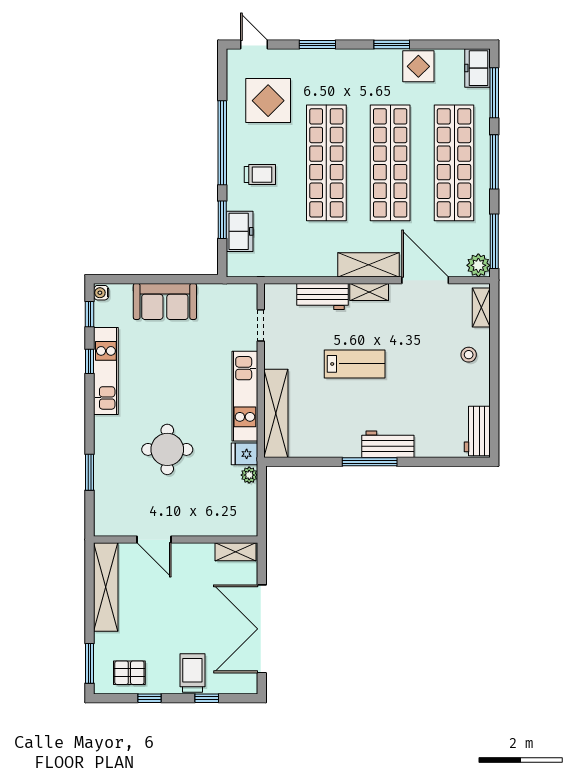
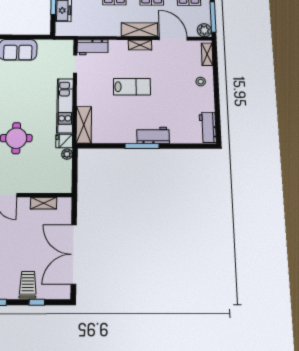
workbench: (323, 296) -> (93, 47), moved
shelving: (276, 413) -> (84, 125), width x0.68
shelving: (236, 552) -> (44, 203), moved

